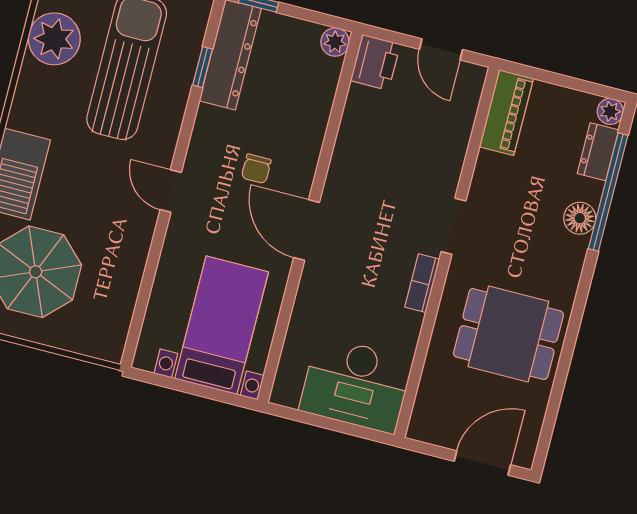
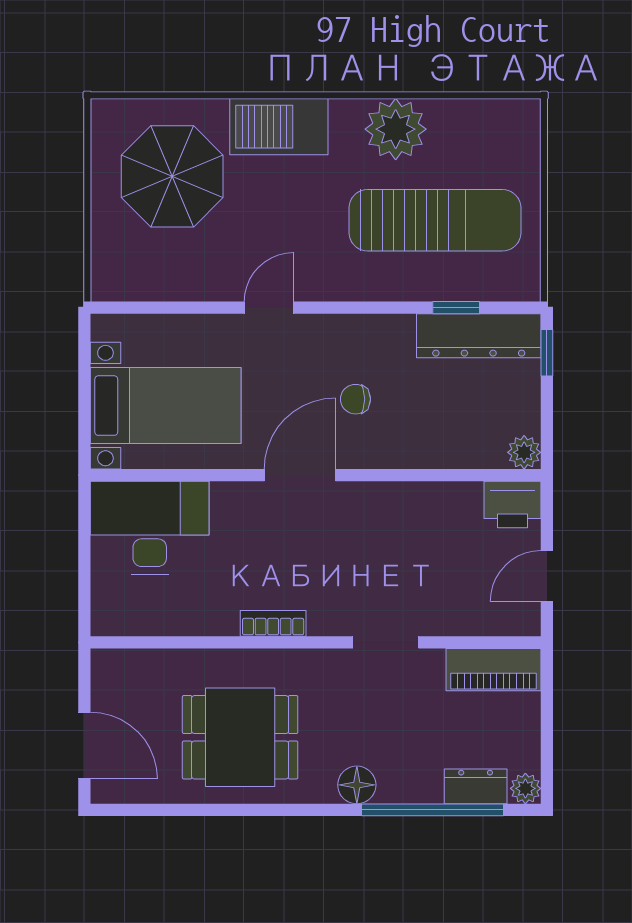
plant: (54, 39) -> (396, 129), moved
door: (171, 191) -> (269, 308), moved
floor lamp: (580, 218) -> (357, 785), moved
doorway: (453, 226) -> (386, 642), moved
dining table: (508, 334) -> (240, 737), turned 90
desk: (356, 385) -> (150, 528), moved, turned 90

